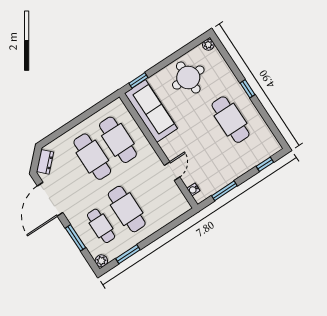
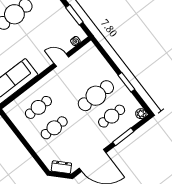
cafe table: (118, 140) -> (38, 107), width x0.73, depth x0.74
cafe table: (92, 157) -> (54, 128), width x0.73, depth x0.74
window: (128, 254) -> (126, 82), moved

